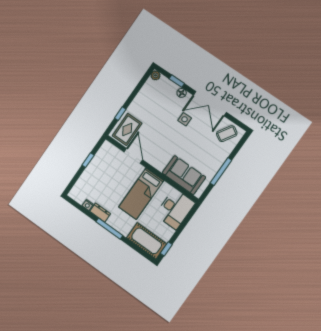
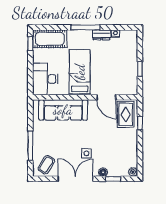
window: (221, 172) -> (30, 146), moved
sofa: (184, 175) -> (63, 110), width x1.36

